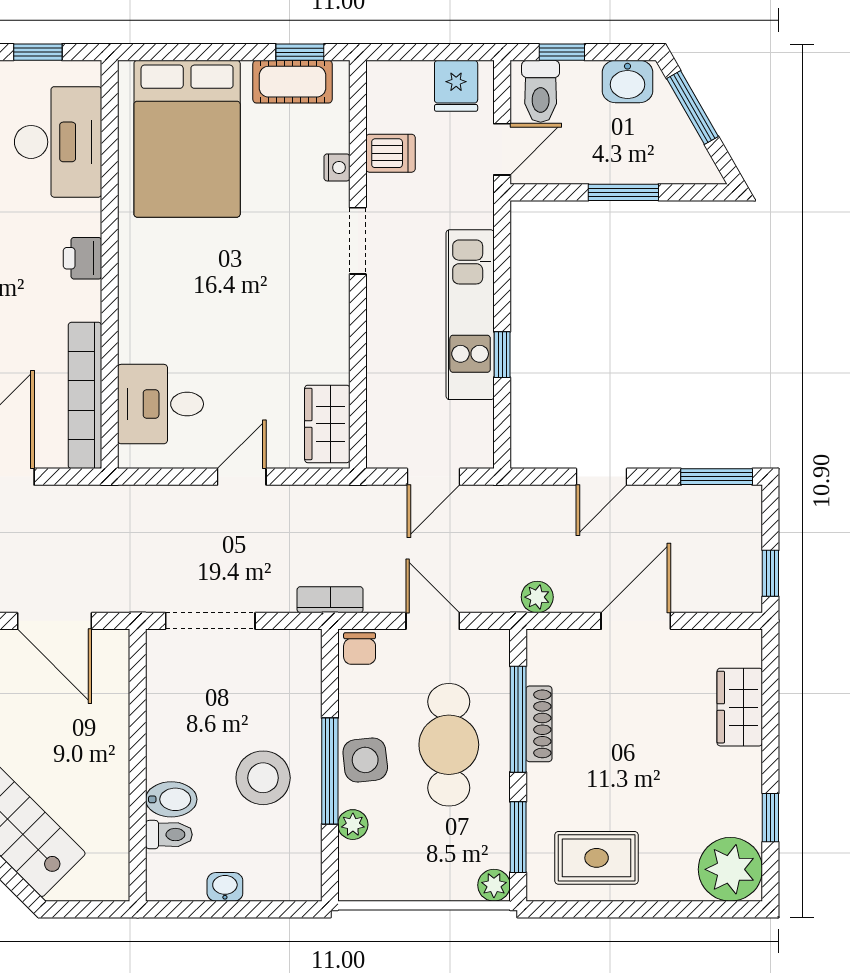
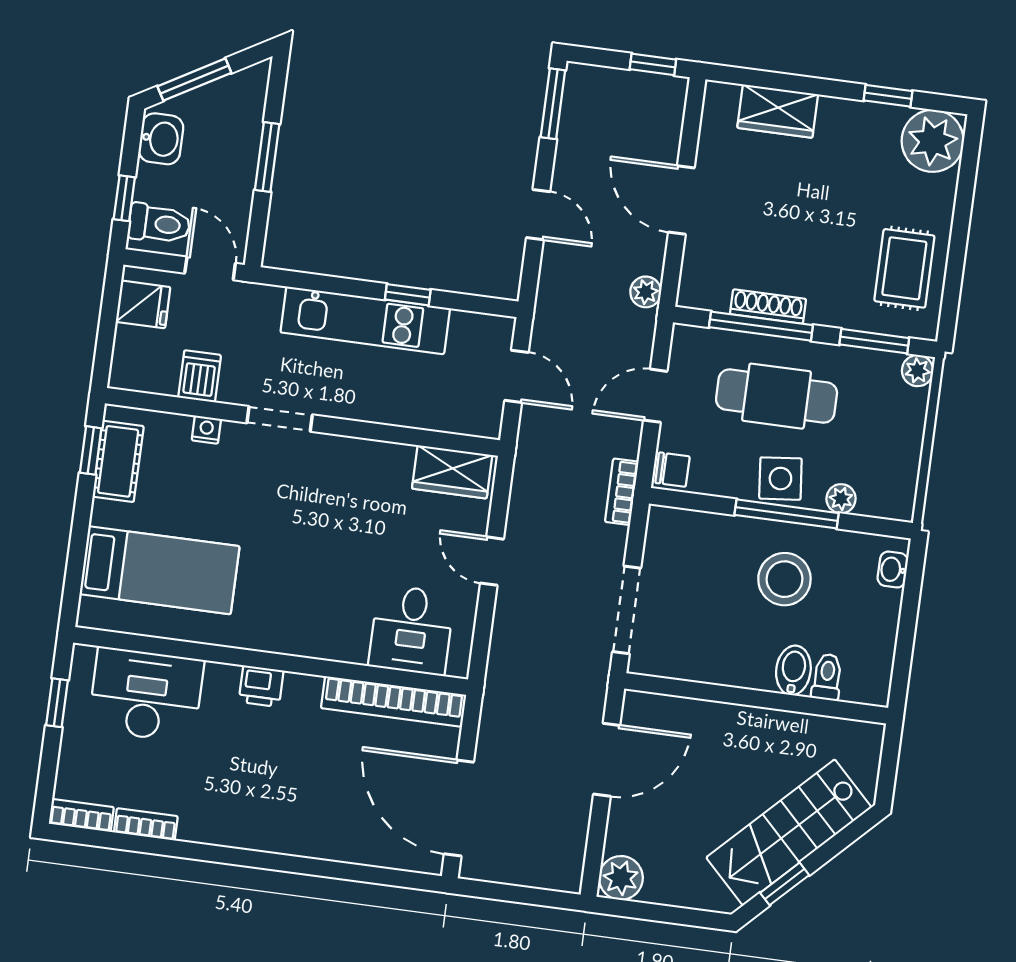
bed: (187, 139) -> (160, 570), width x0.67
washbasin: (225, 887) -> (893, 570), moved

